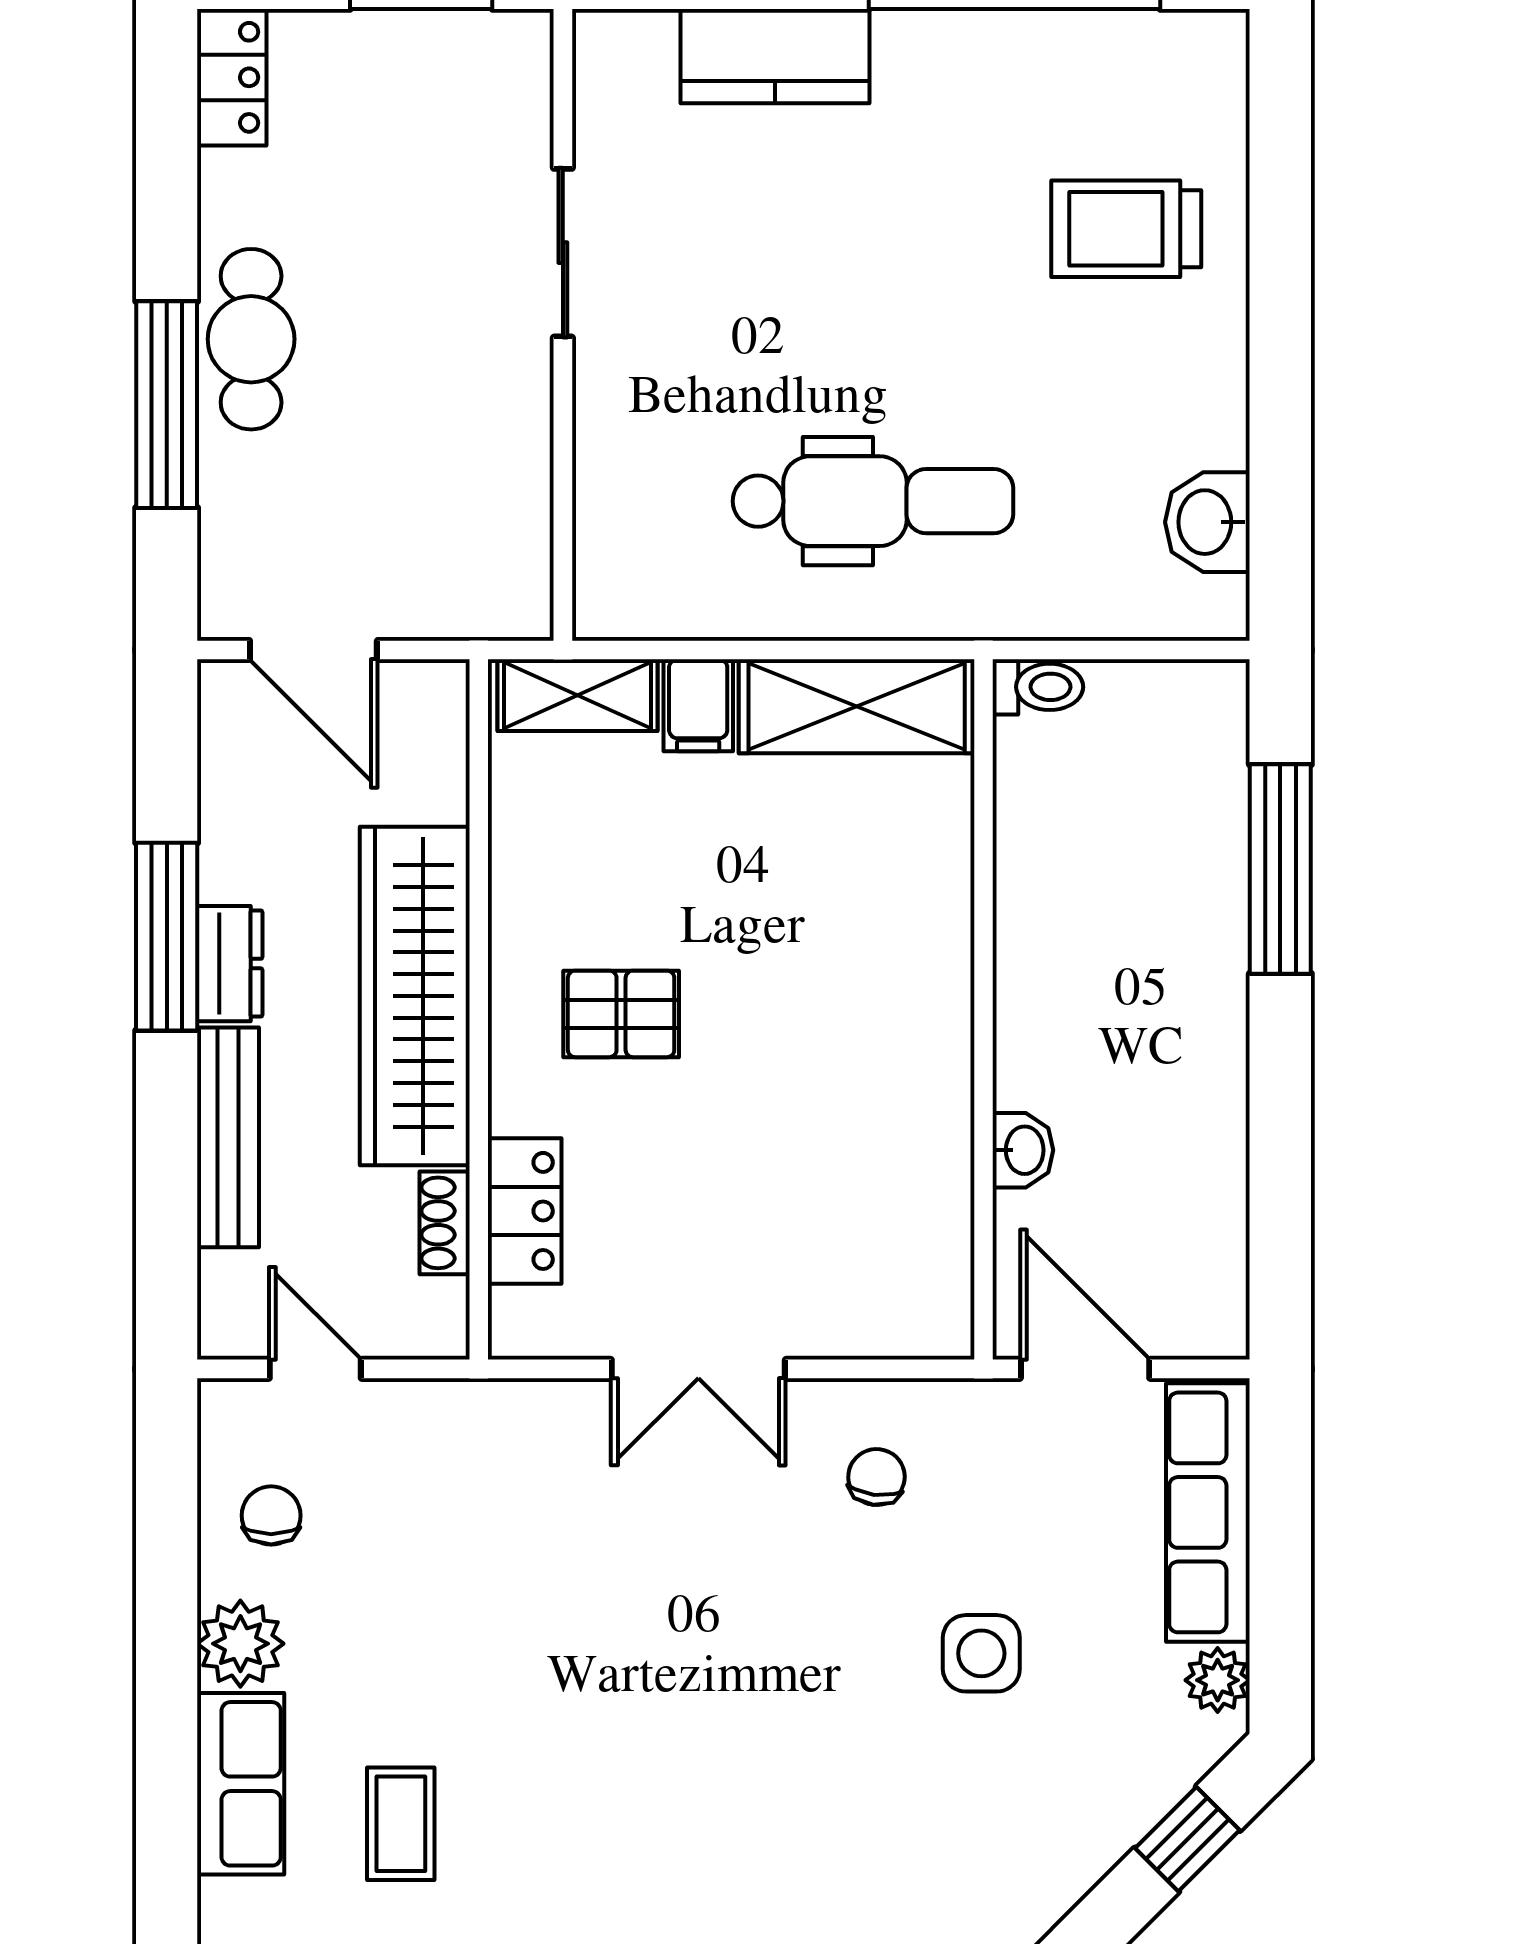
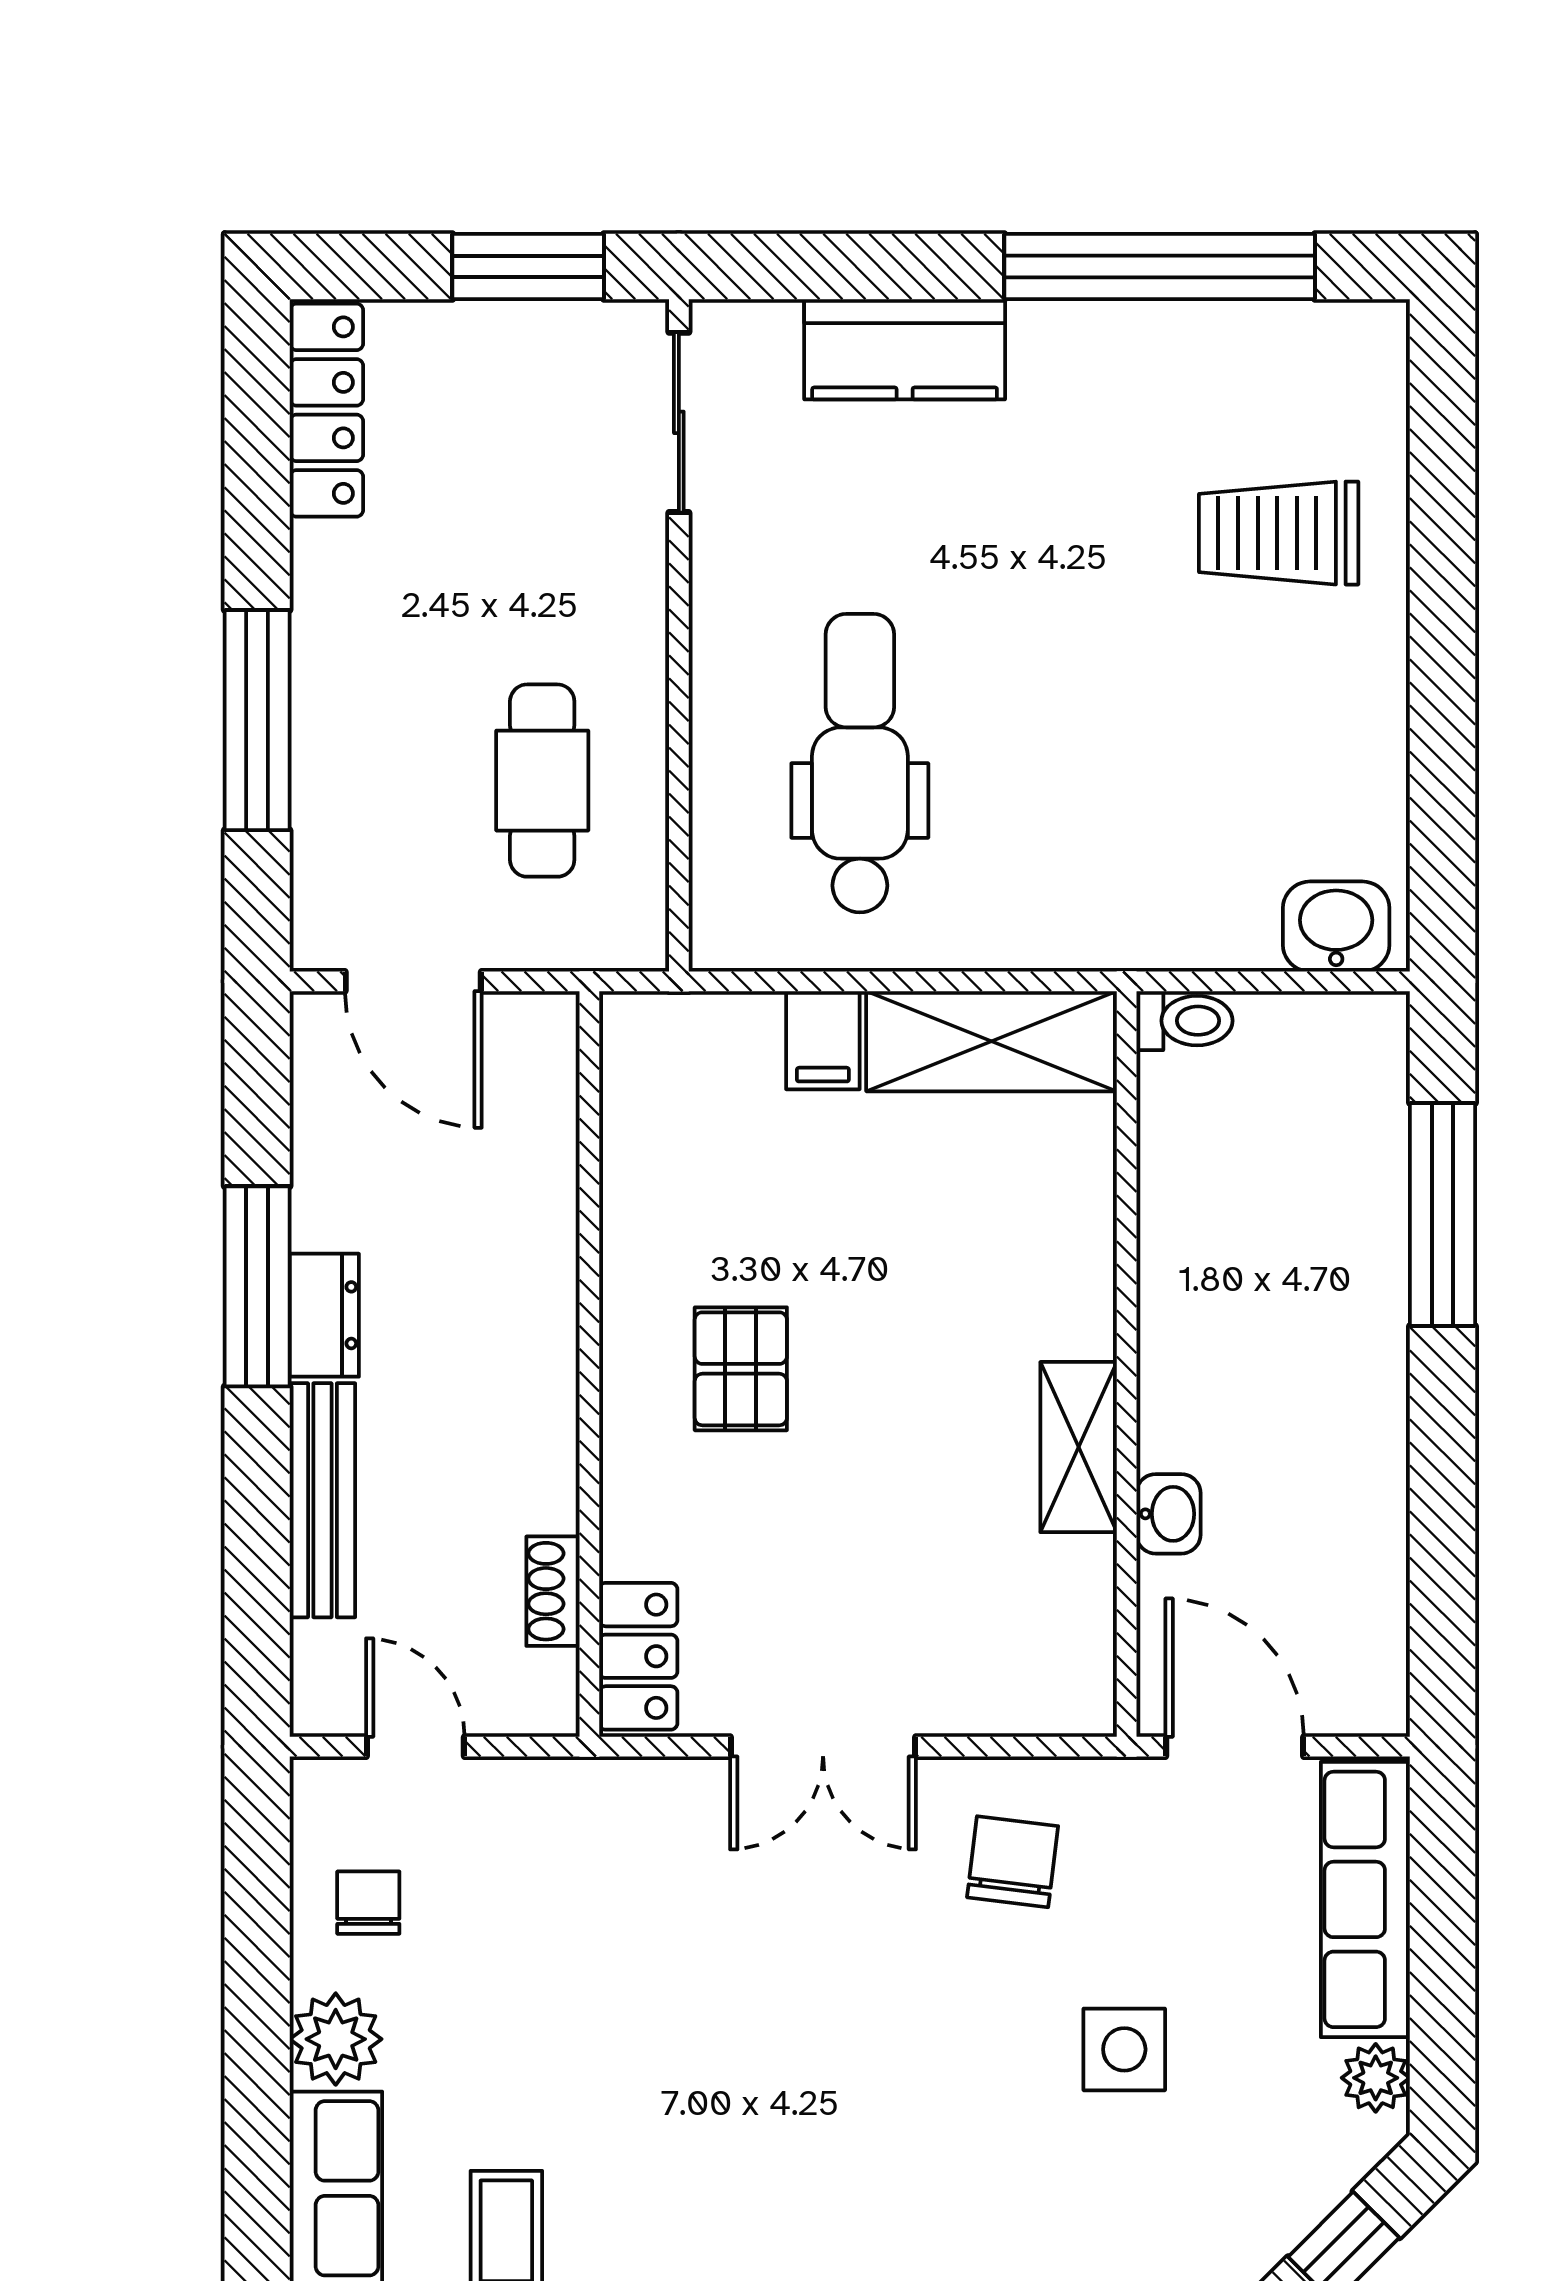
locker: (232, 77) -> (326, 410), width x1.53
sliding door: (563, 253) -> (679, 422), moved
cafe table: (251, 339) -> (542, 781), moved
dental chair: (873, 501) -> (860, 763), moved, turned -90
washbasin: (1207, 522) -> (1336, 927), moved, turned 90
shelving: (577, 695) -> (1079, 1447), moved, turned 90
wardrobe: (415, 996) -> (521, 1350), removed
pallet: (621, 1014) -> (741, 1369), turned 90
locker: (525, 1211) -> (638, 1656), moved
chair: (876, 1477) -> (1013, 1862), width x1.37, depth x1.37

